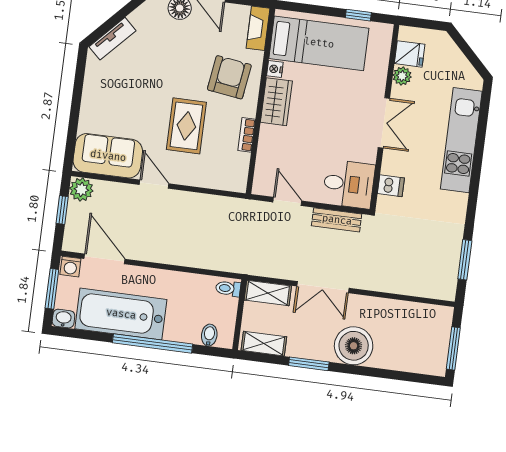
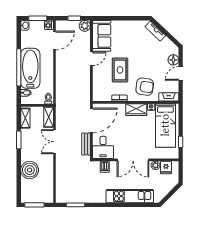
double door: (384, 123) -> (133, 160), width x1.37
rug: (186, 126) -> (120, 70), turned 90
door: (287, 201) -> (91, 120), width x1.87
bathtub: (121, 314) -> (30, 68), moved
boiler: (354, 346) -> (30, 170), moved

